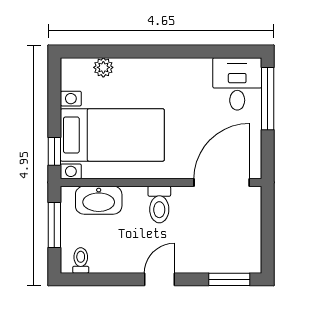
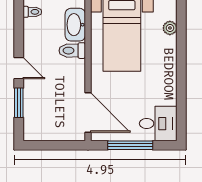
window: (268, 99) -> (130, 145), moved
toilet: (159, 205) -> (72, 51), moved
window: (229, 279) -> (19, 103), moved

